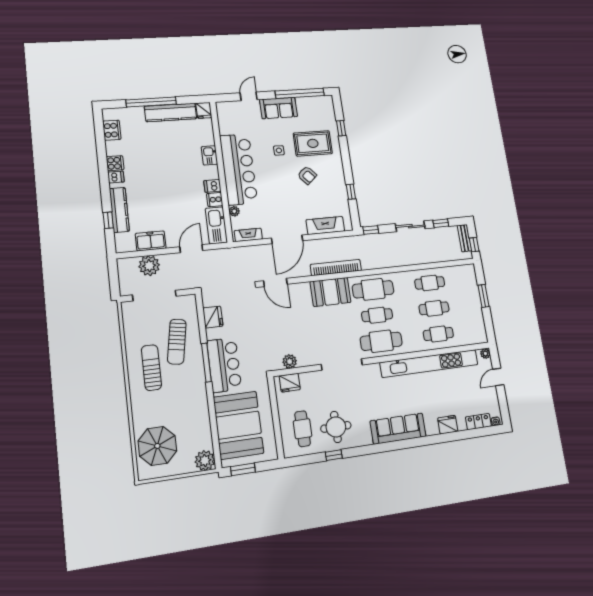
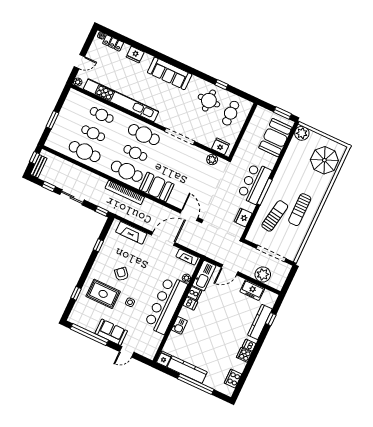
bookcase: (336, 267) -> (125, 192), moved
cafe table: (430, 283) -> (85, 152), width x1.37, depth x1.35
booth: (238, 425) -> (275, 138), width x0.73, depth x0.70

